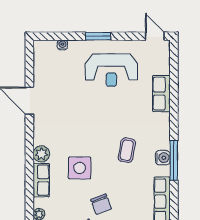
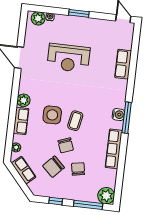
plant: (48, 49) -> (38, 18), added
reception desk: (111, 70) -> (68, 58), moved
coffee table: (127, 150) -> (75, 121), moved

